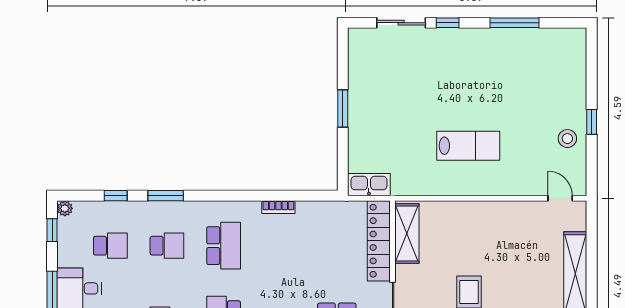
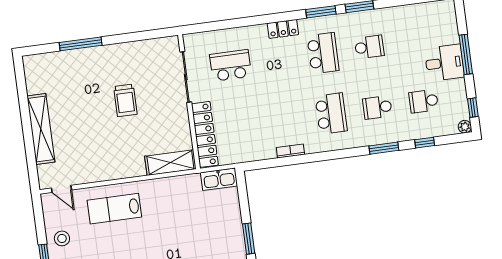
lab bench: (468, 146) -> (114, 209), moved
shelving: (407, 234) -> (170, 163), moved, turned 90
school desk: (224, 246) -> (331, 114), turned 180

